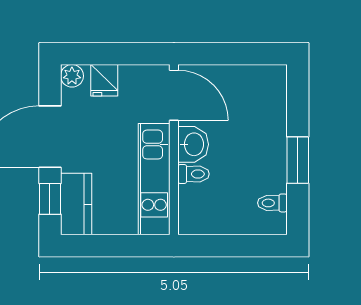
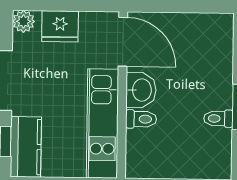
fridge: (104, 80) -> (60, 26), width x1.38
toilet: (272, 203) -> (218, 119), moved

